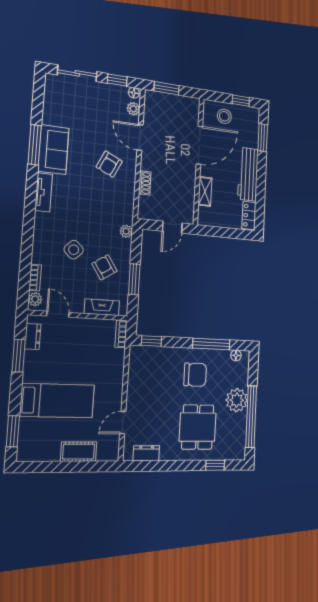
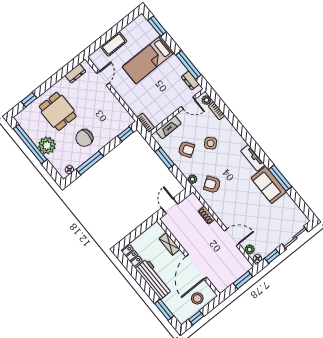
armchair: (109, 164) -> (212, 185), moved, turned -60
window: (19, 356) -> (189, 65), width x1.44

